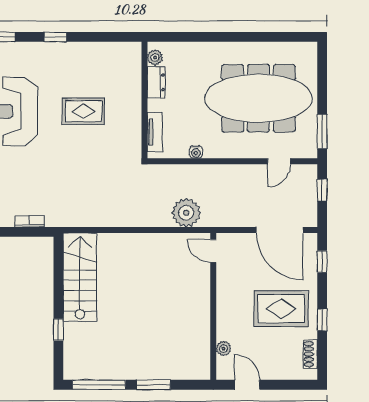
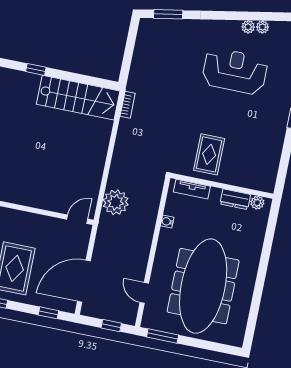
rug: (83, 111) -> (209, 154), moved
bookcase: (29, 221) -> (128, 105), moved

